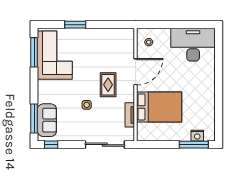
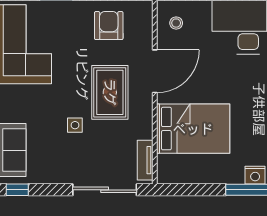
armchair: (107, 44) -> (109, 26), added
rug: (108, 85) -> (110, 92), width x1.36, depth x1.43
tv unit: (130, 115) -> (145, 160), moved

